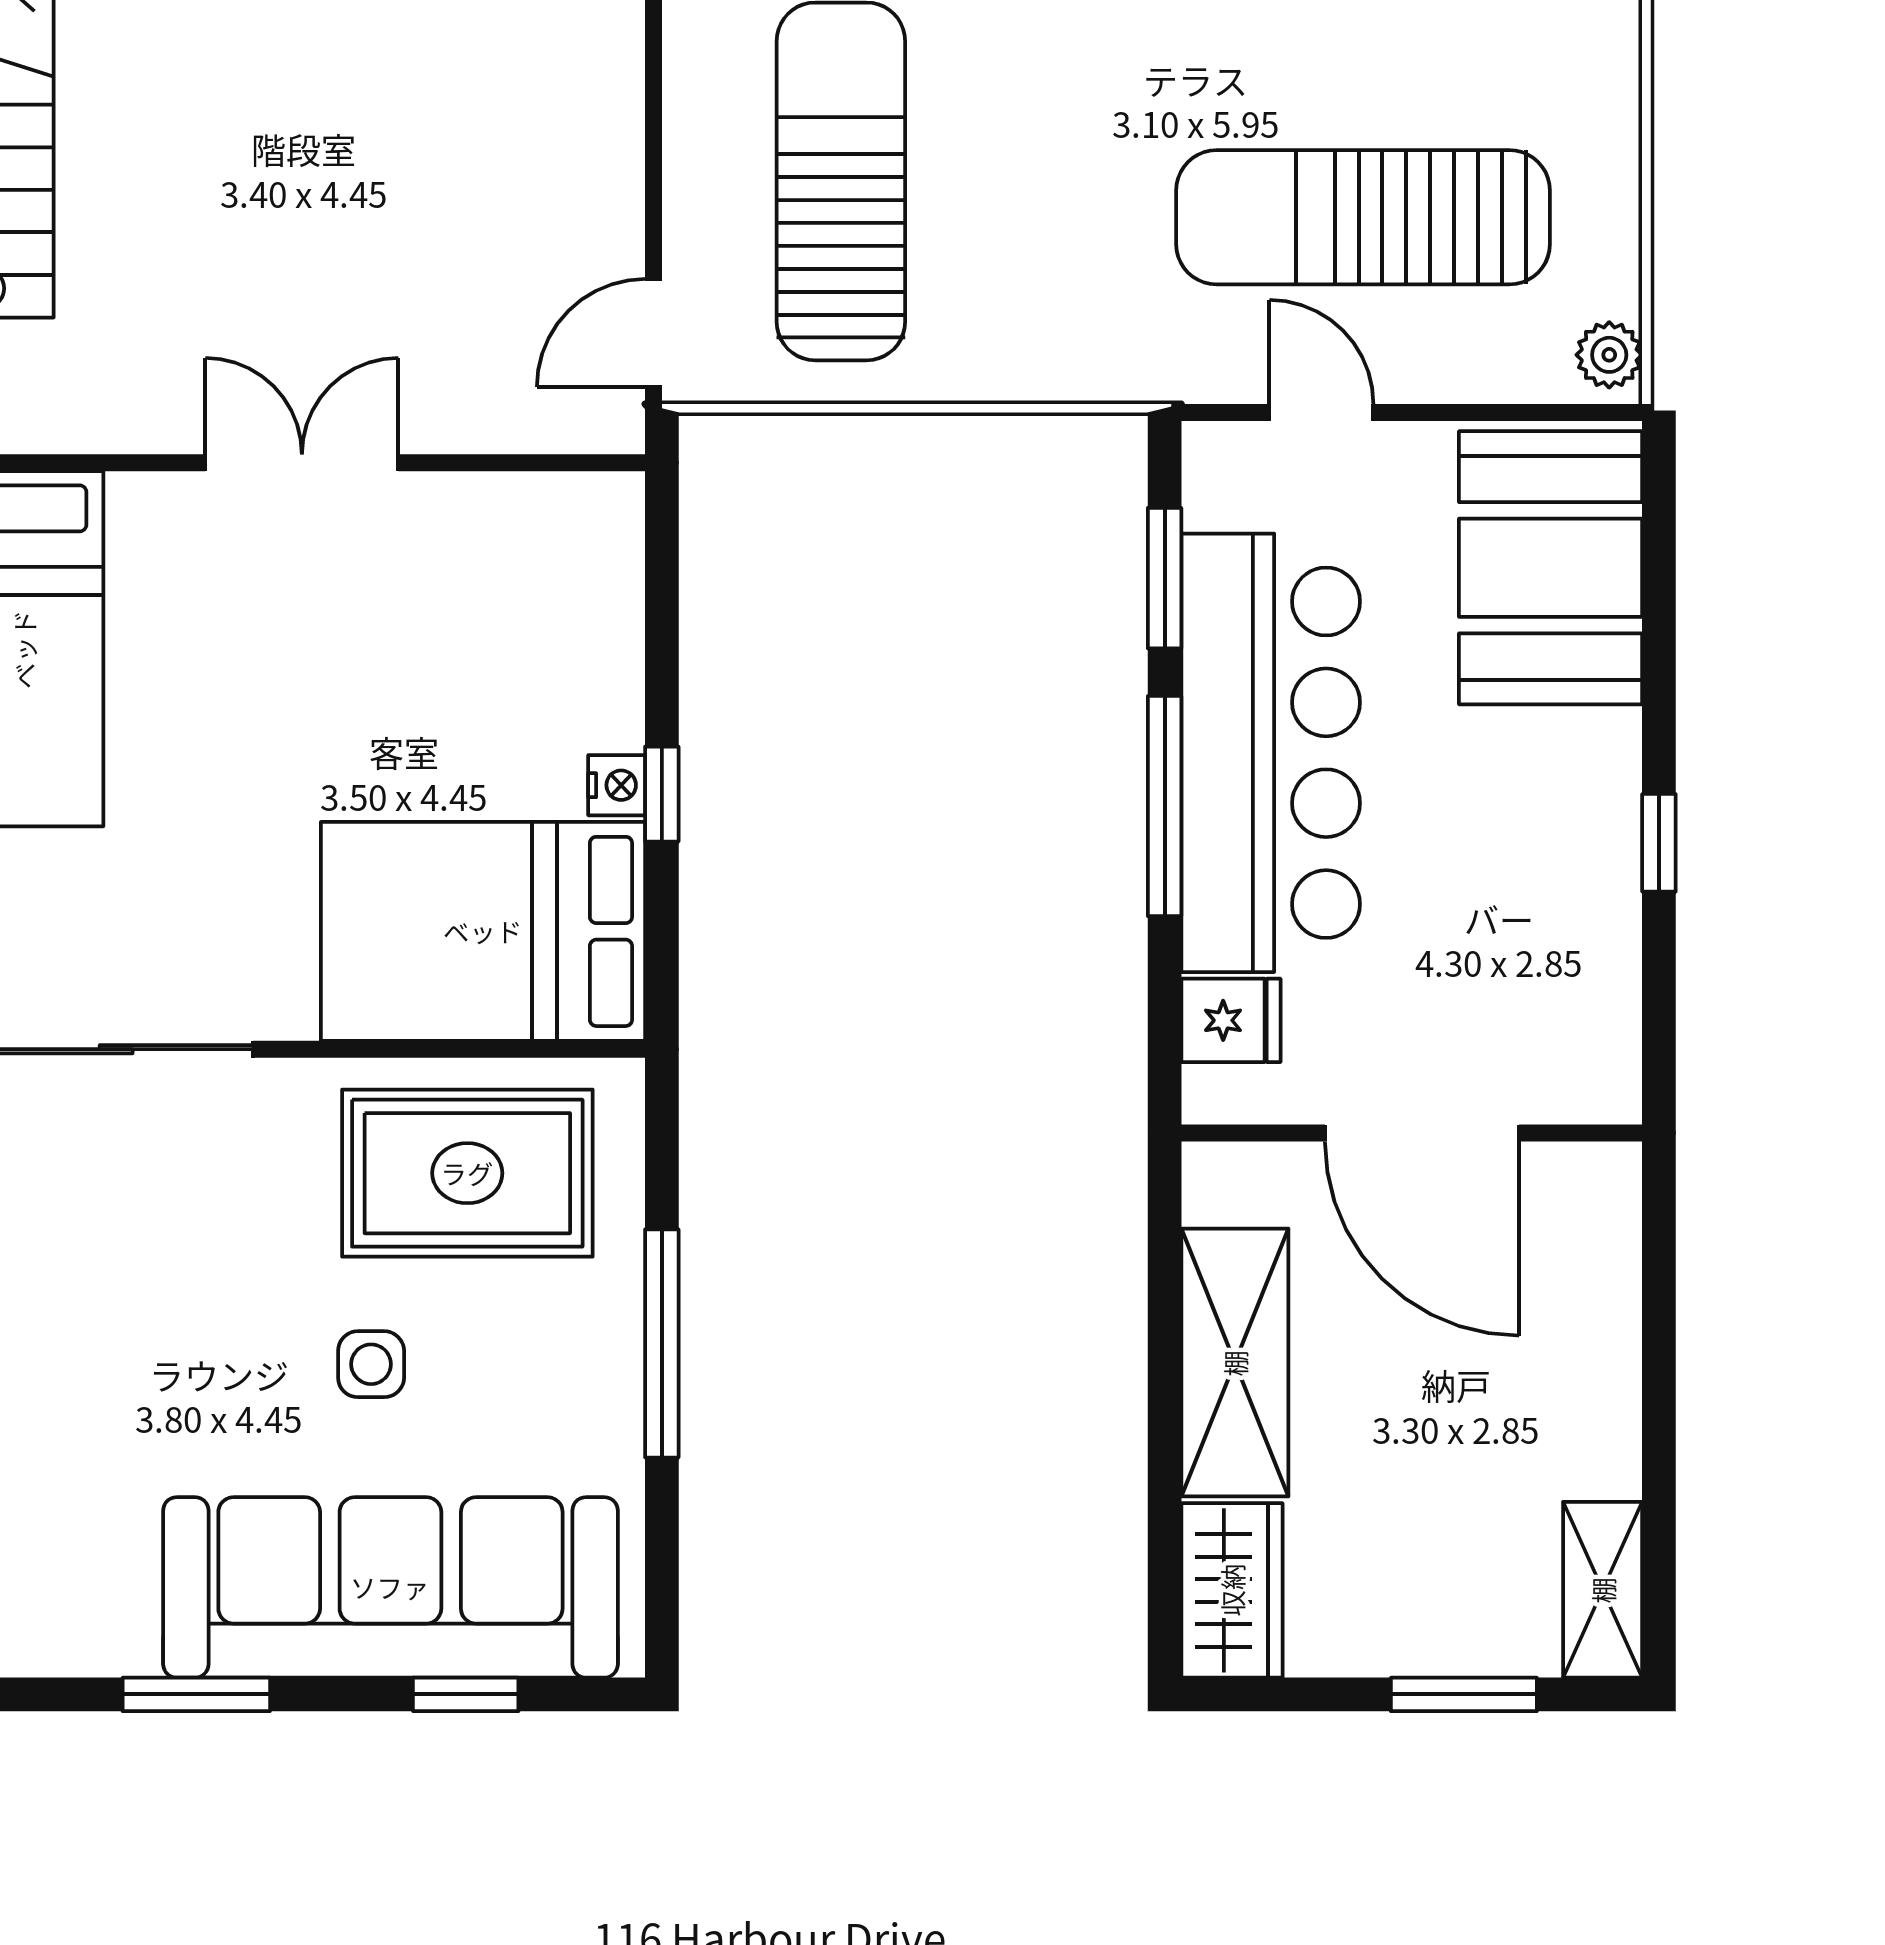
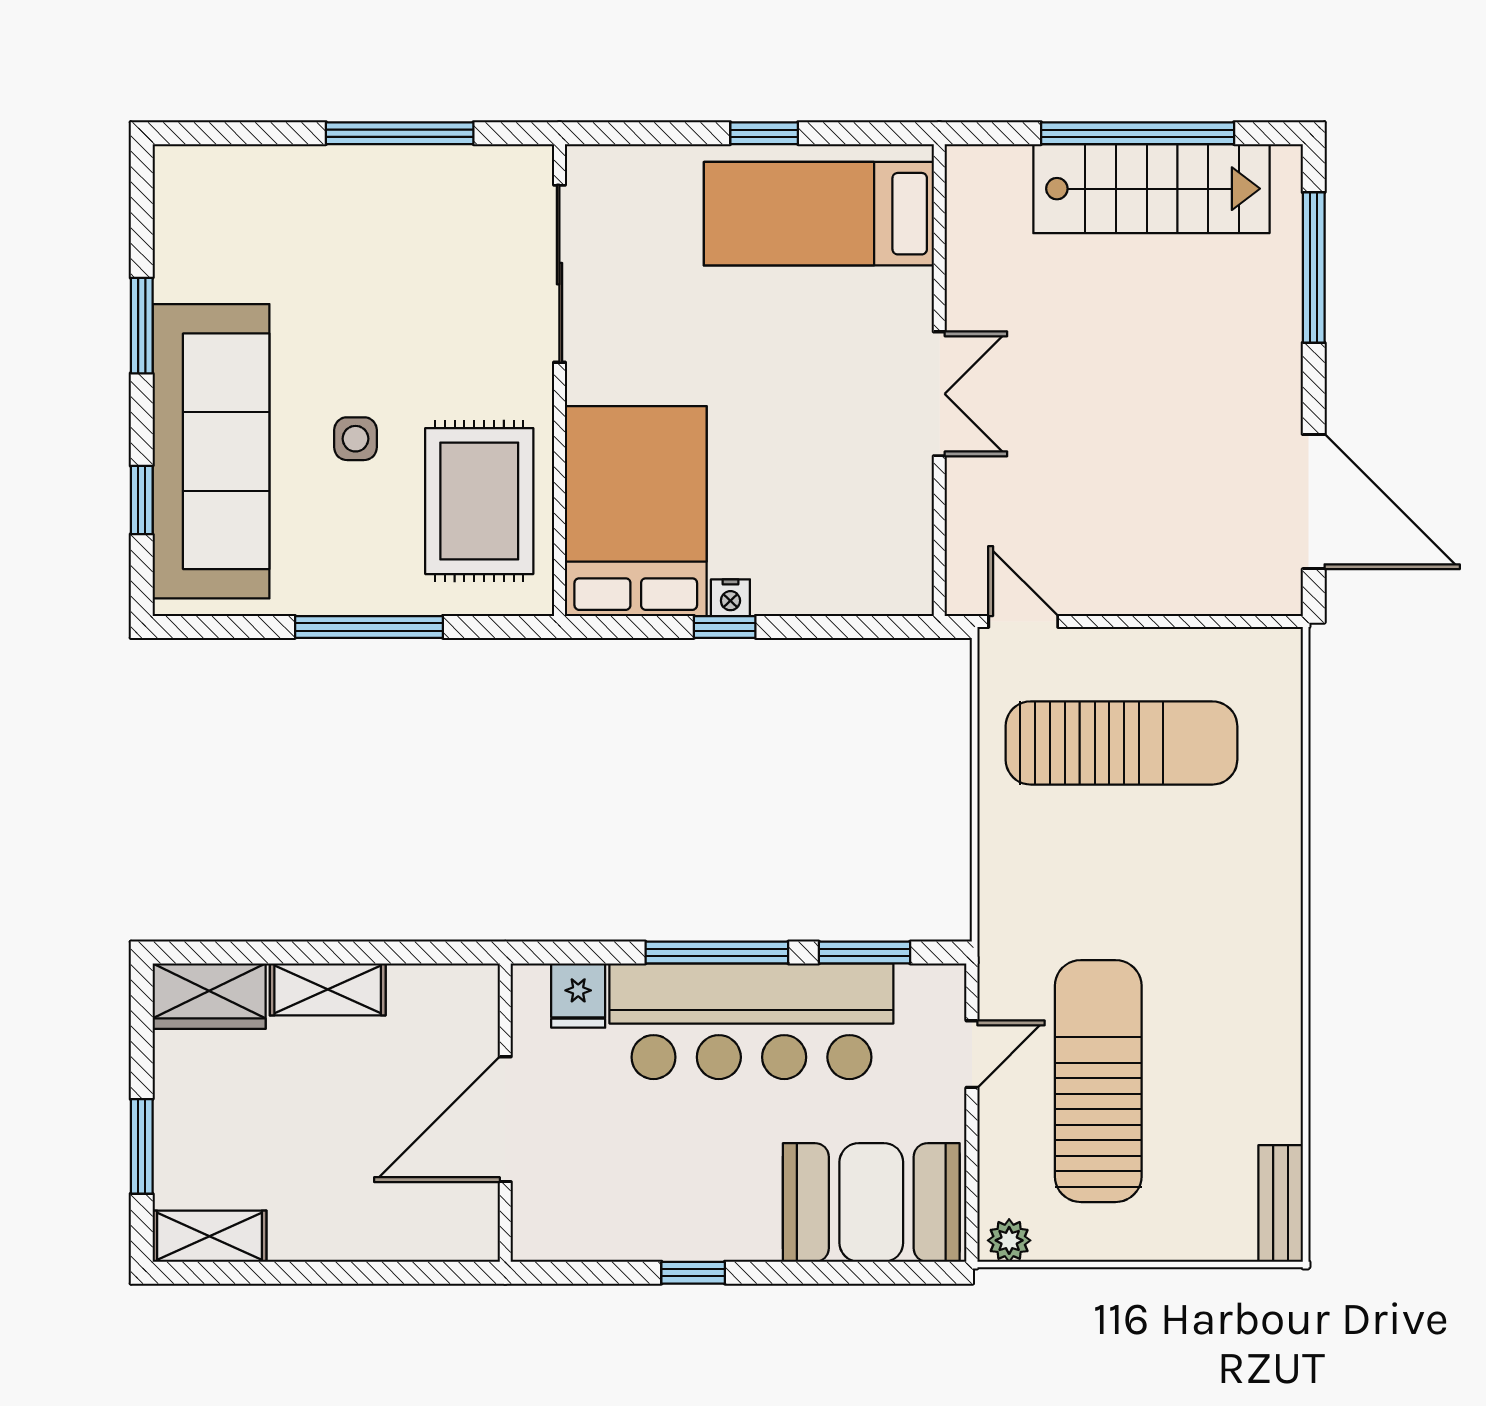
shelving: (1235, 1363) -> (328, 989), width x0.67, depth x0.75

